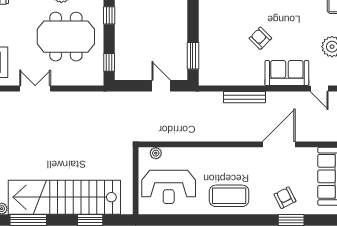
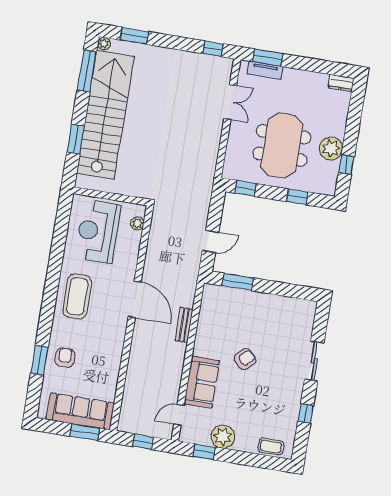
bench: (244, 97) -> (184, 325), width x0.73
door: (279, 144) -> (135, 299), moved
armchair: (285, 198) -> (65, 358), turned -63

